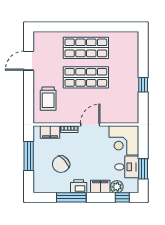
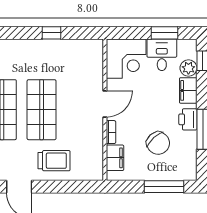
trolley: (48, 99) -> (54, 161), moved
door: (90, 124) -> (105, 104), swing flipped
window: (29, 156) -> (164, 187), moved

